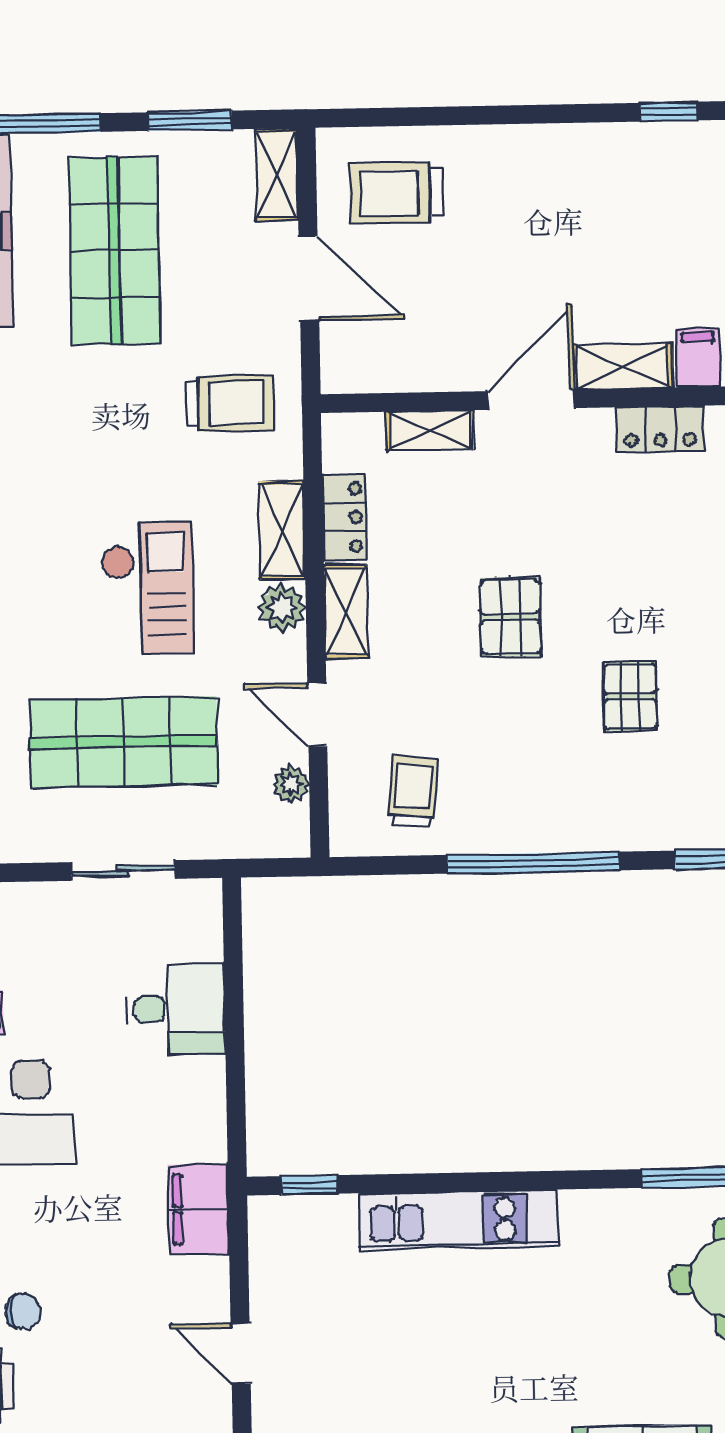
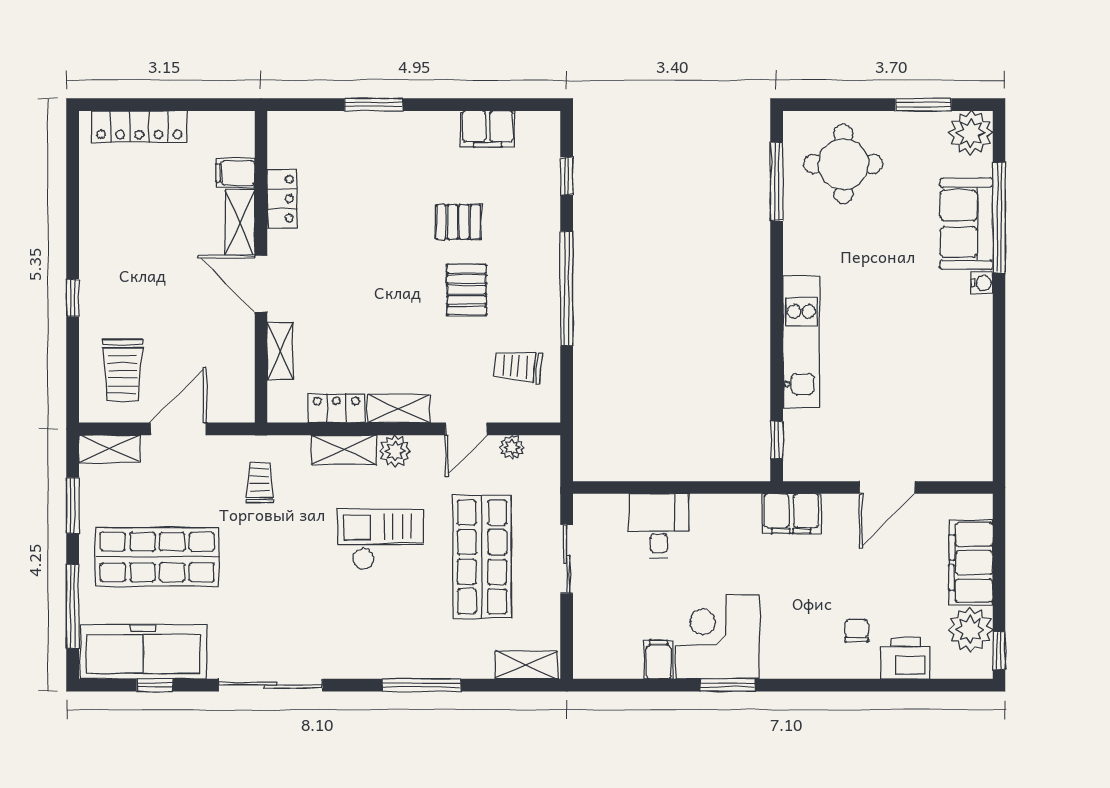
window: (668, 112) -> (73, 298), moved
trolley: (230, 403) -> (260, 483), width x0.73, depth x0.72
pallet: (511, 617) -> (467, 290), moved, turned 90
door: (241, 1354) -> (887, 488), width x1.38

